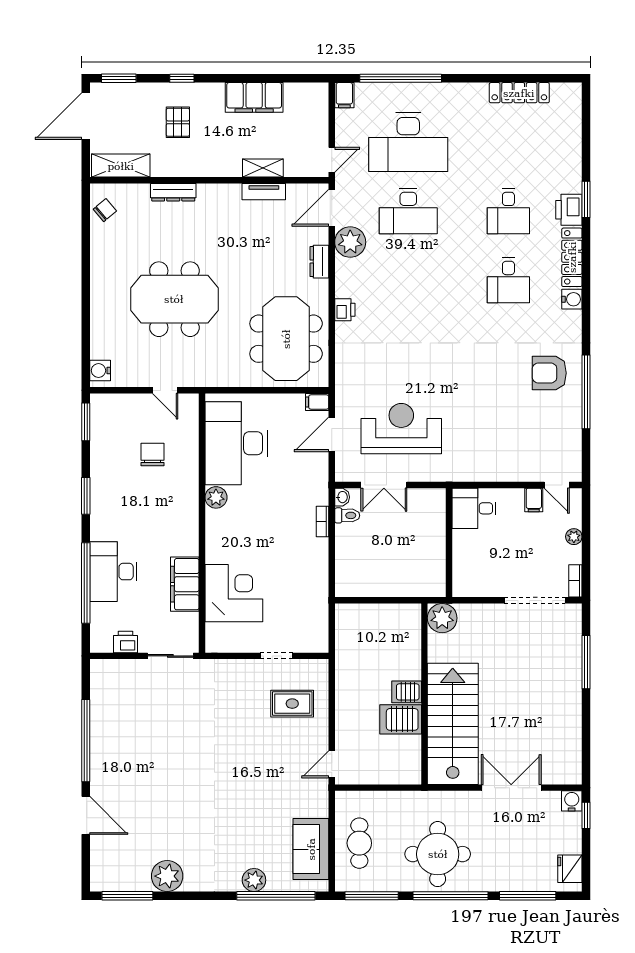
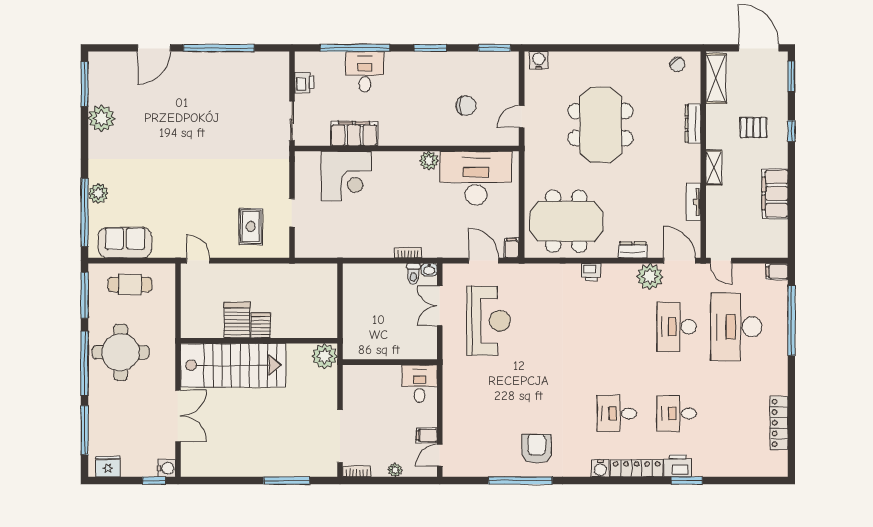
shelving: (263, 168) -> (714, 168), moved
desk: (113, 572) -> (365, 72), width x0.73

